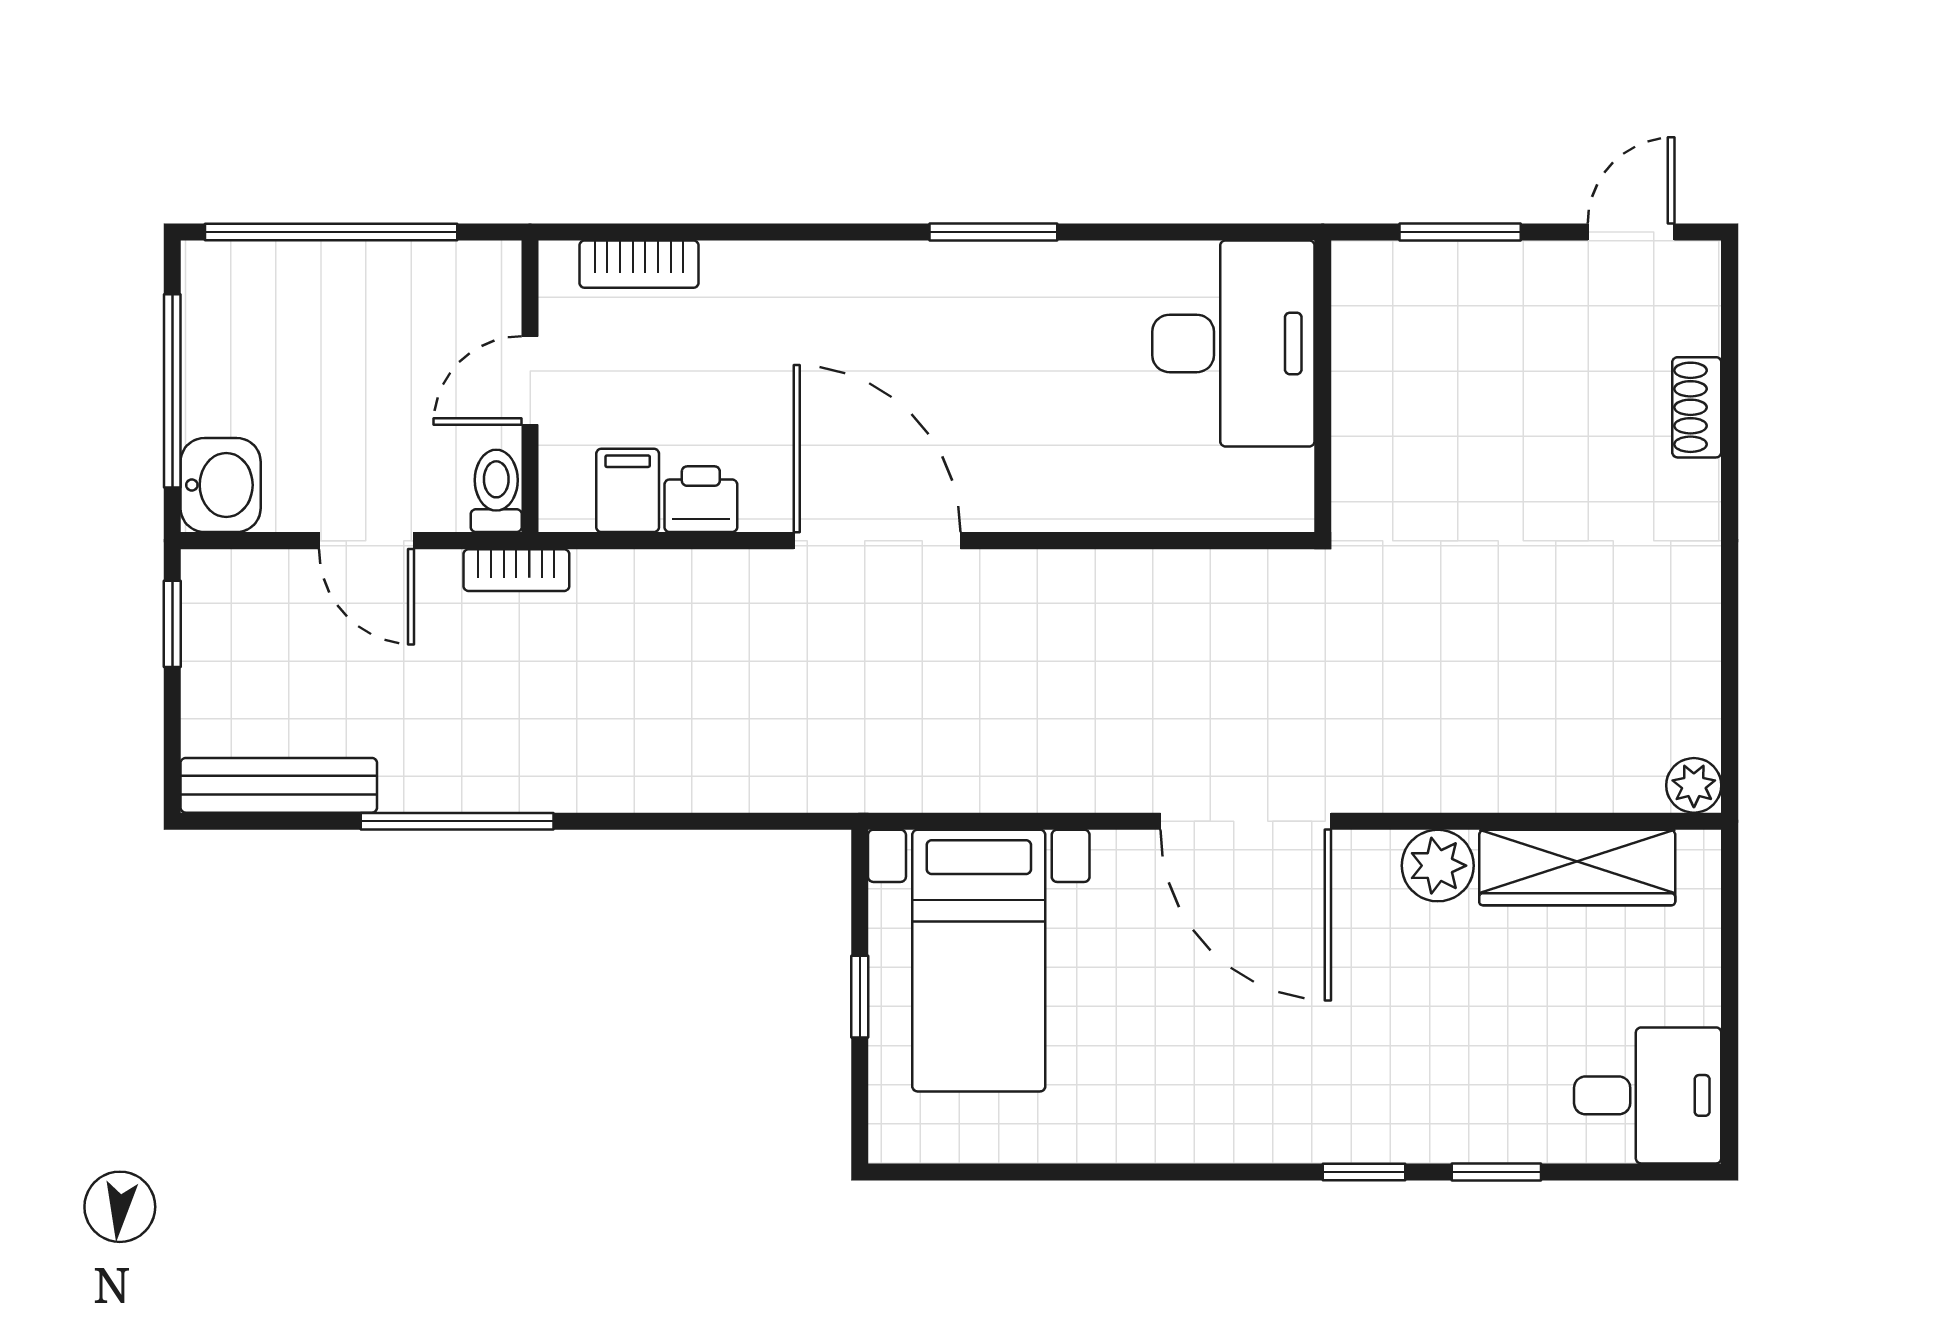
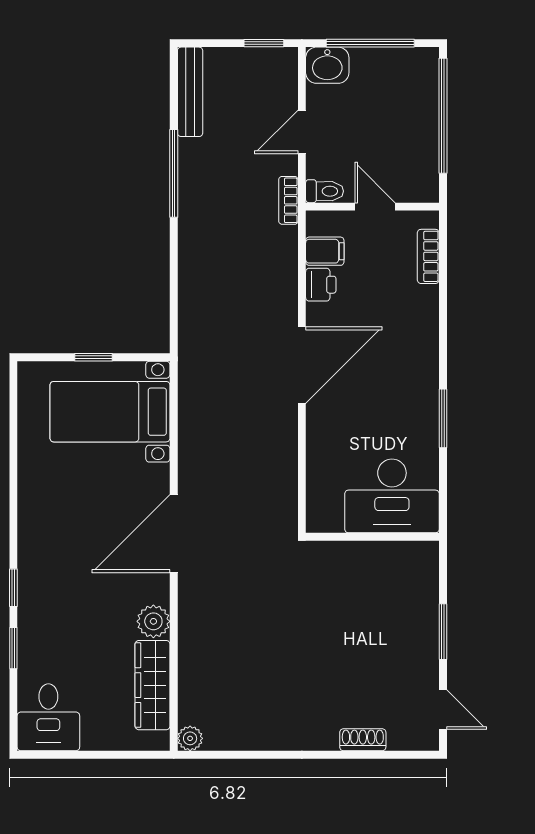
desk: (1233, 343) -> (392, 496), moved
wall: (1323, 386) -> (372, 537), moved

